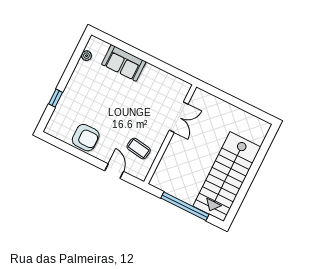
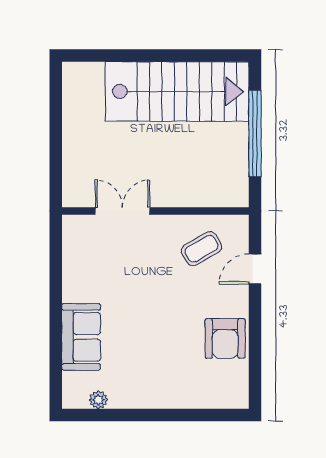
window: (56, 98) -> (187, 415), removed
armchair: (86, 138) -> (225, 338), turned 180
coffee table: (139, 148) -> (201, 249), turned 51

